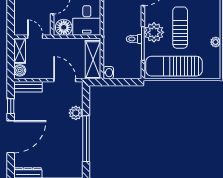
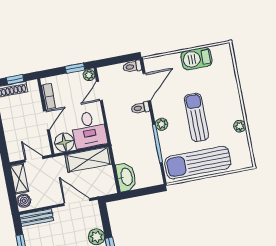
plant: (154, 32) -> (162, 124), width x0.53, depth x0.53
toilet: (134, 39) -> (140, 108), moved
shelving: (93, 60) -> (88, 159), moved, turned 90
washbasin: (108, 73) -> (126, 177), width x1.91, depth x1.45

